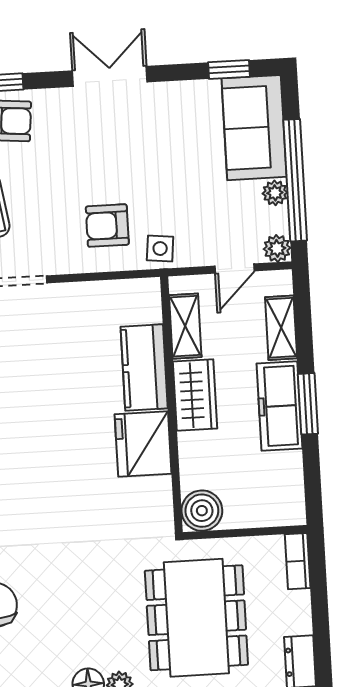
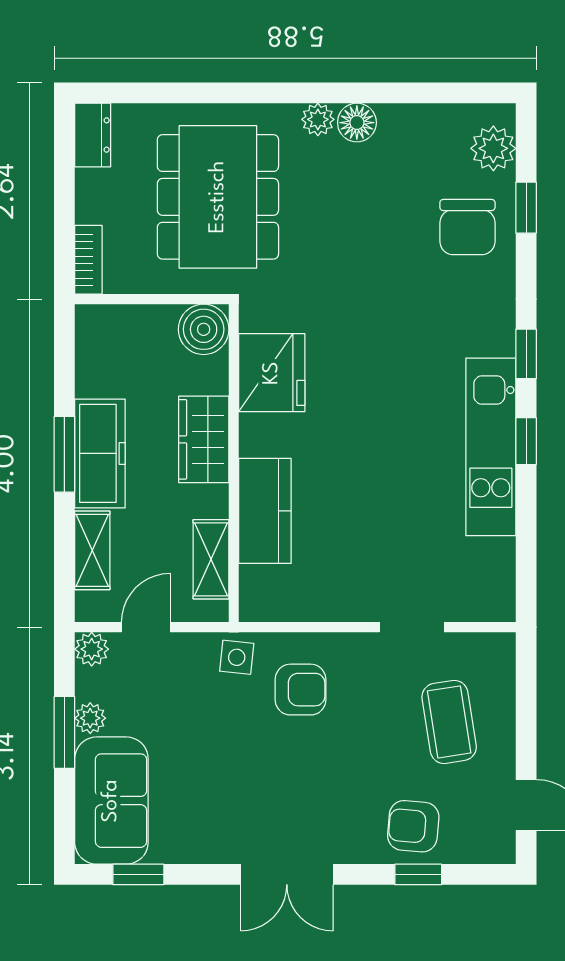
window: (295, 180) -> (64, 732), width x0.47
wardrobe: (195, 395) -> (204, 439), moved
fridge: (143, 444) -> (272, 373), moved

